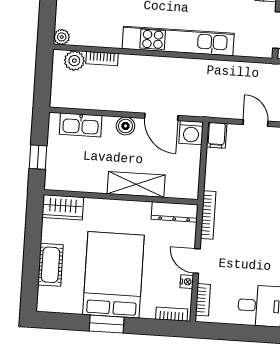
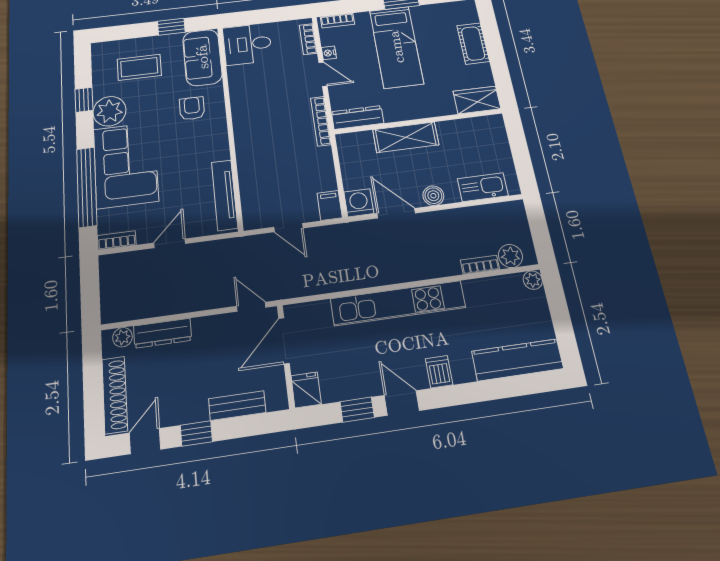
window: (38, 157) -> (518, 145), removed
bed: (113, 275) -> (396, 47), width x0.67

